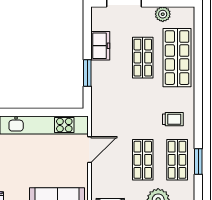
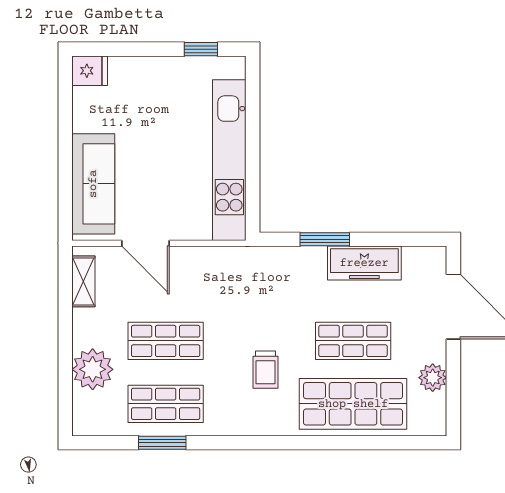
freezer: (100, 46) -> (364, 263), width x1.40
trolley: (173, 119) -> (266, 370), moved
door: (89, 150) -> (146, 243), moved

